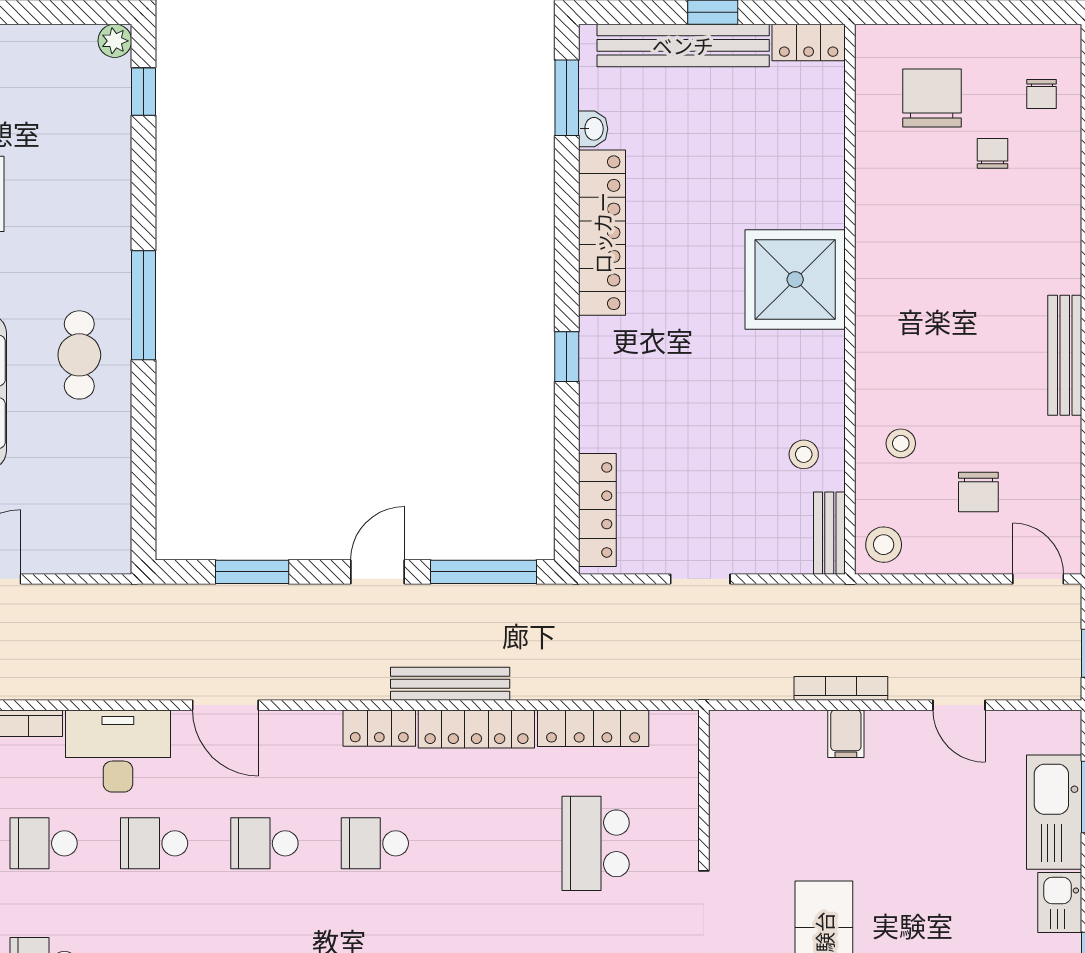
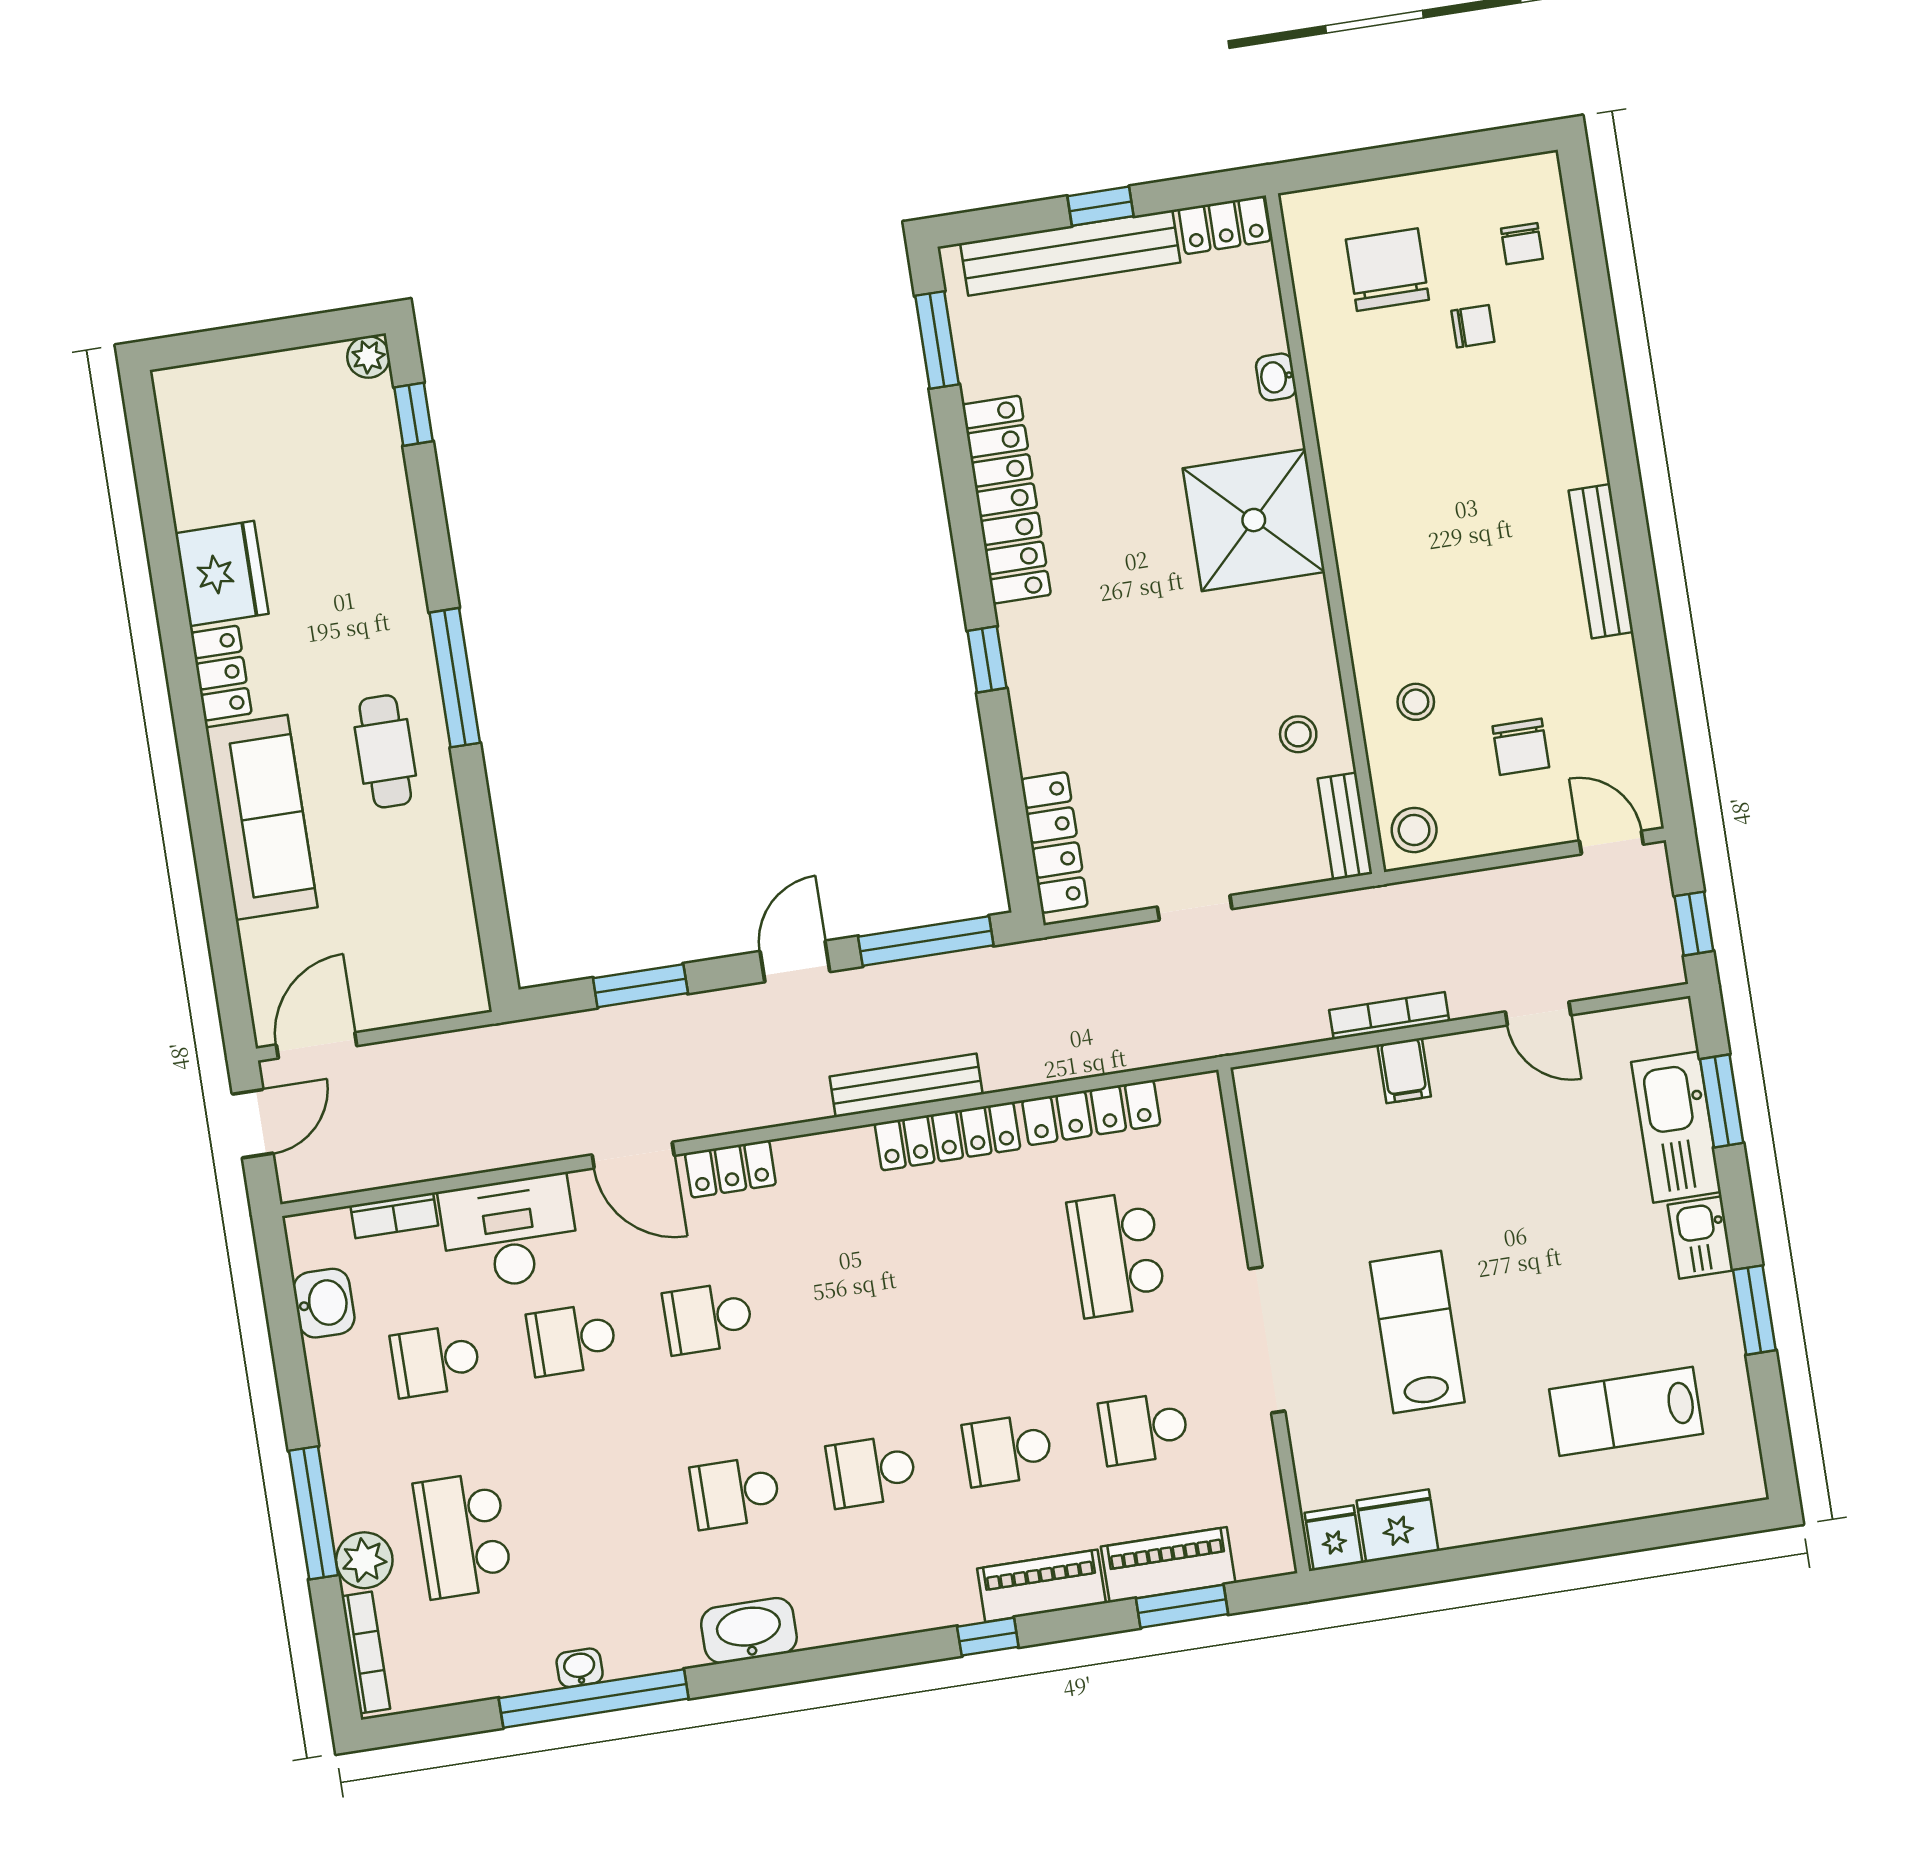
washbasin: (593, 129) -> (1276, 377), moved, turned 180
chair: (993, 153) -> (1473, 326), turned 90
locker: (379, 728) -> (730, 1169), moved
school desk: (375, 843) -> (844, 1297), removed

